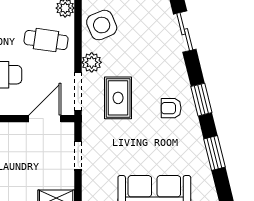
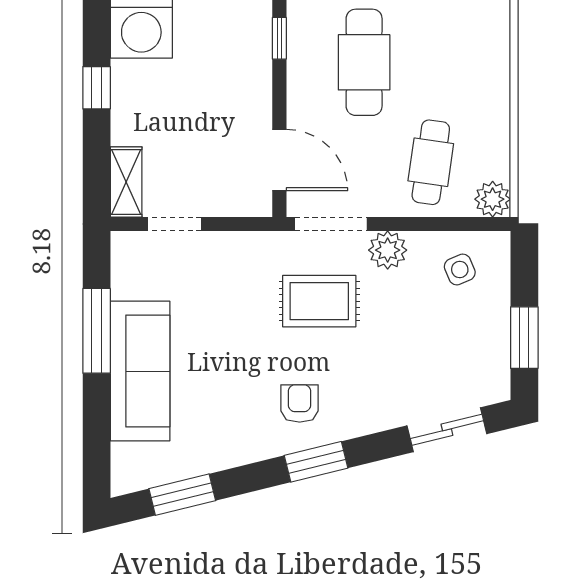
side table: (102, 25) -> (460, 270), width x0.54, depth x0.54
window: (214, 153) -> (182, 495), moved
doorway: (78, 156) -> (174, 224), moved

